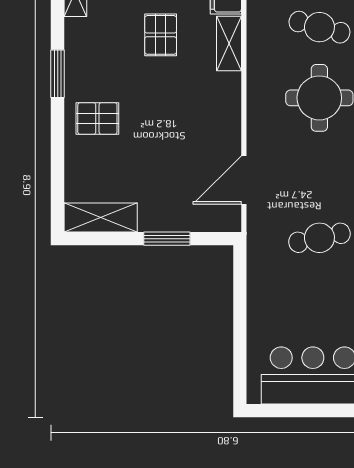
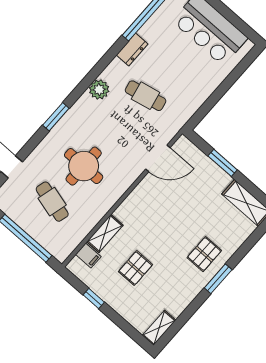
window: (58, 74) -> (218, 279), moved
pallet: (97, 118) -> (204, 254), turned 90

